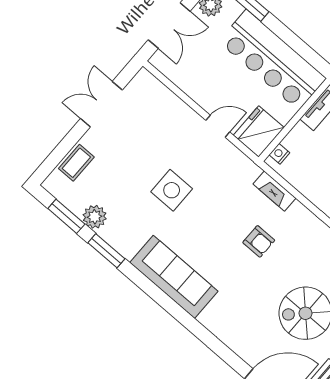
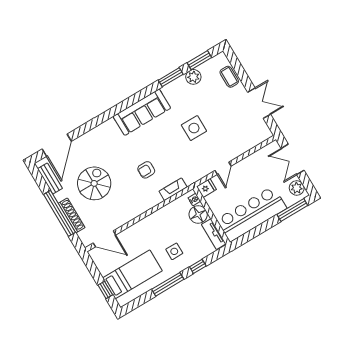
fridge: (259, 131) -> (206, 188), width x0.53, depth x0.75
floor lamp: (300, 140) -> (198, 215), added

